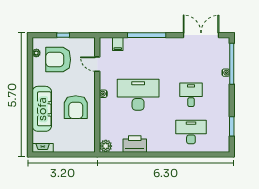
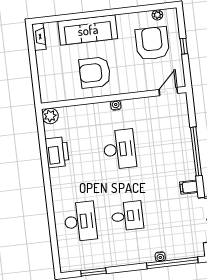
filing cabinet: (118, 44) -> (189, 187), moved
door: (97, 64) -> (168, 92), moved
desk: (138, 95) -> (120, 149), width x0.73, depth x0.77

